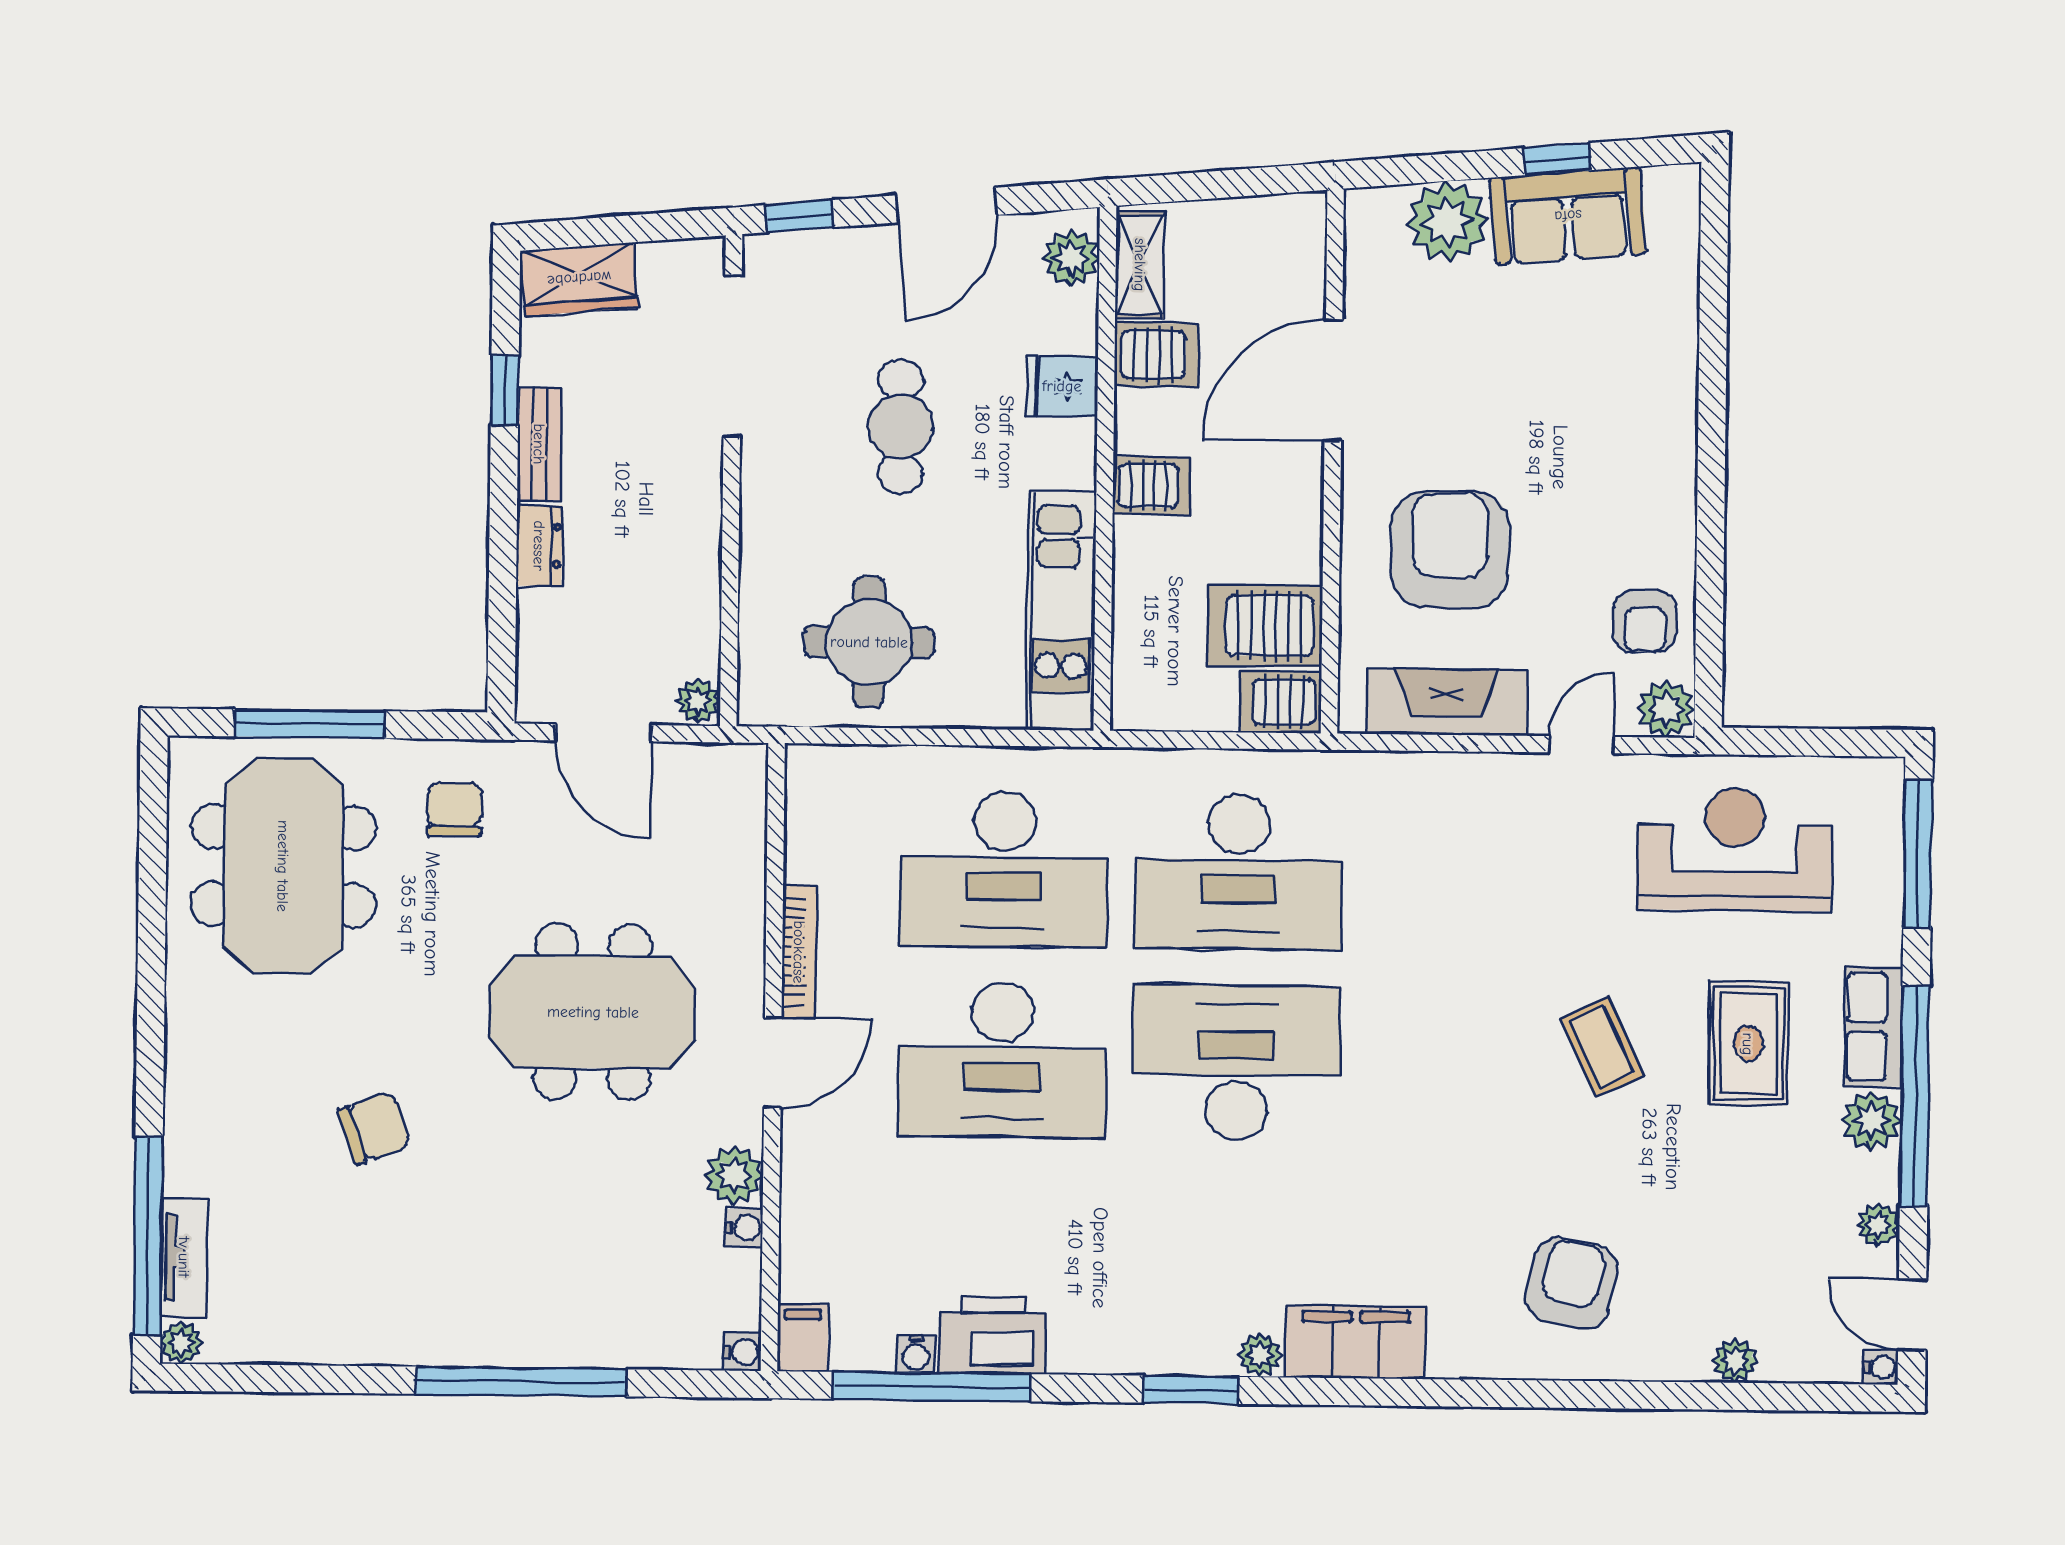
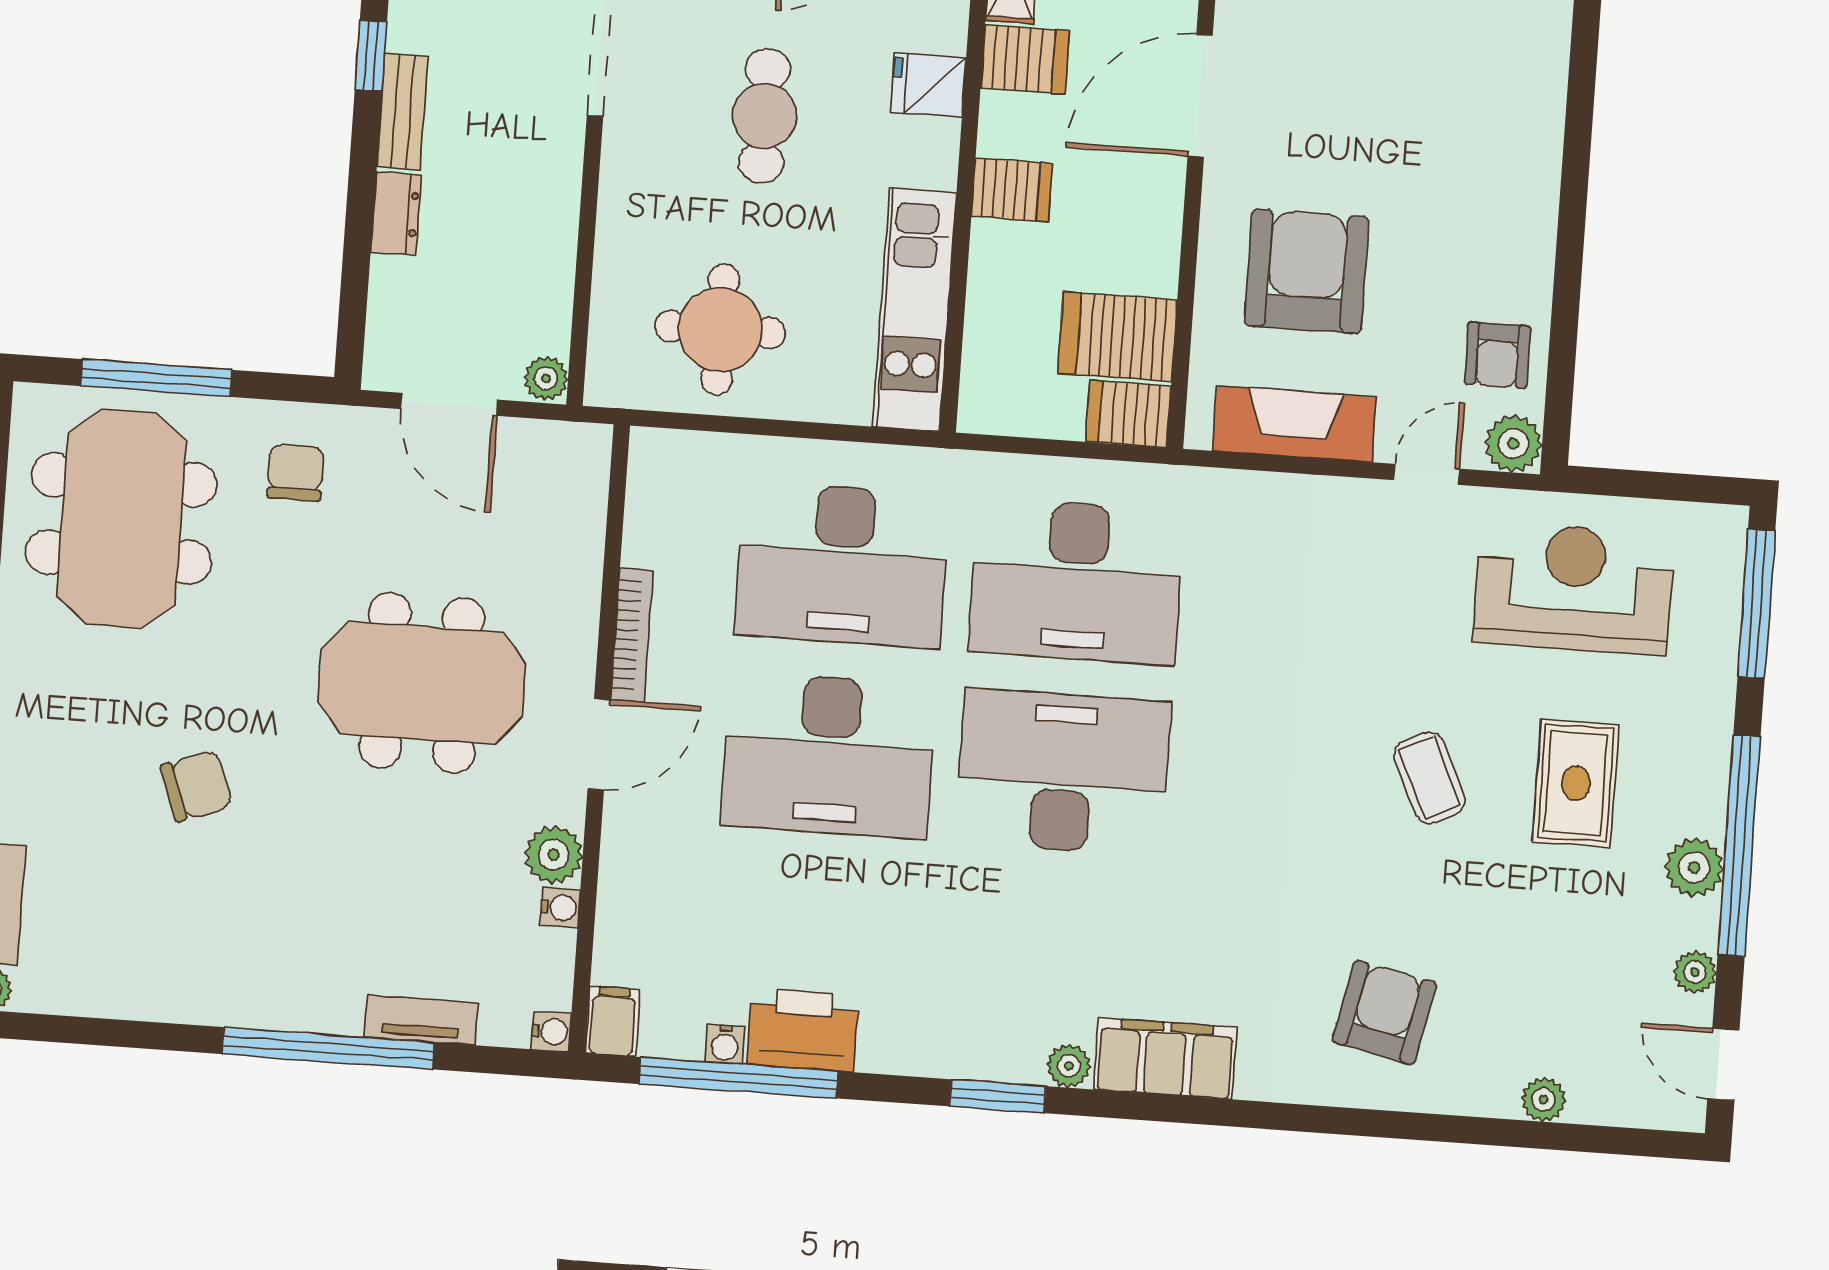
row of seats: (1874, 1027) -> (1702, 774), removed
tv unit: (612, 1348) -> (421, 1020), added
water cooler: (1881, 1367) -> (1689, 1115), removed

